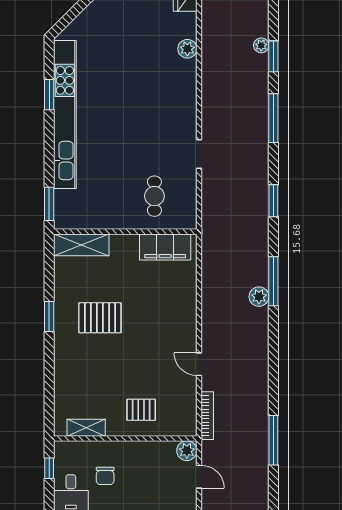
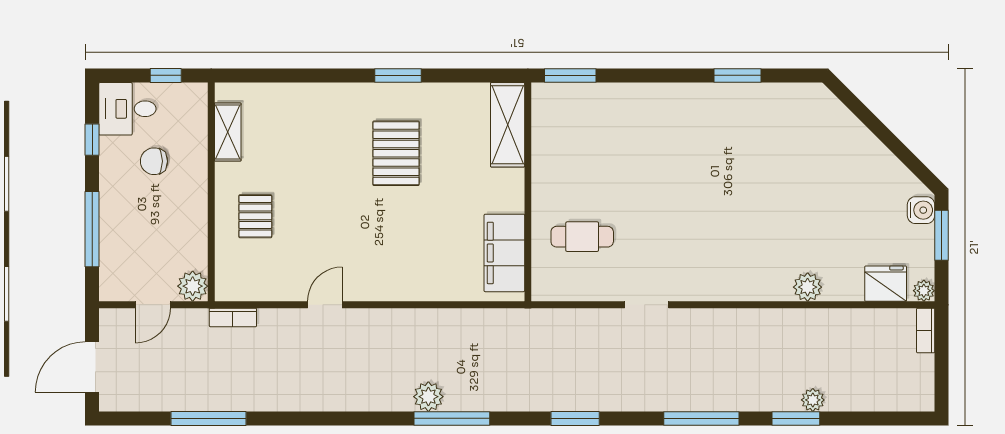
kitchen unit: (65, 115) -> (707, 100), removed
bookcase: (207, 416) -> (233, 317), width x0.64

